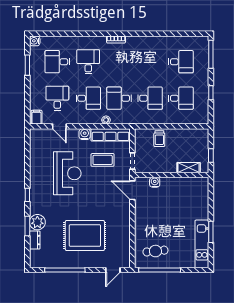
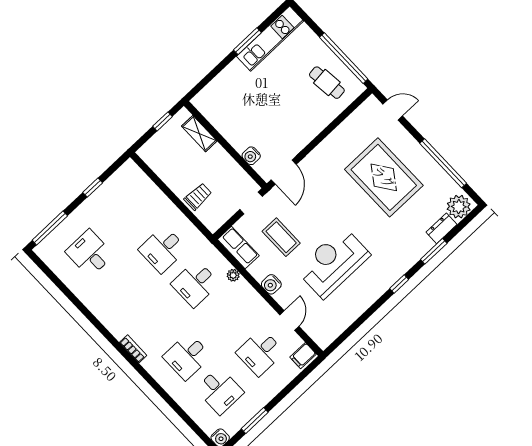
desk: (88, 98) -> (228, 318), removed
desk: (119, 98) -> (195, 284), turned 90
desk: (150, 98) -> (163, 249), turned -90
desk: (181, 98) -> (130, 215), removed
row of seats: (111, 135) -> (238, 248), width x0.68
plant: (37, 222) -> (459, 207), moved

